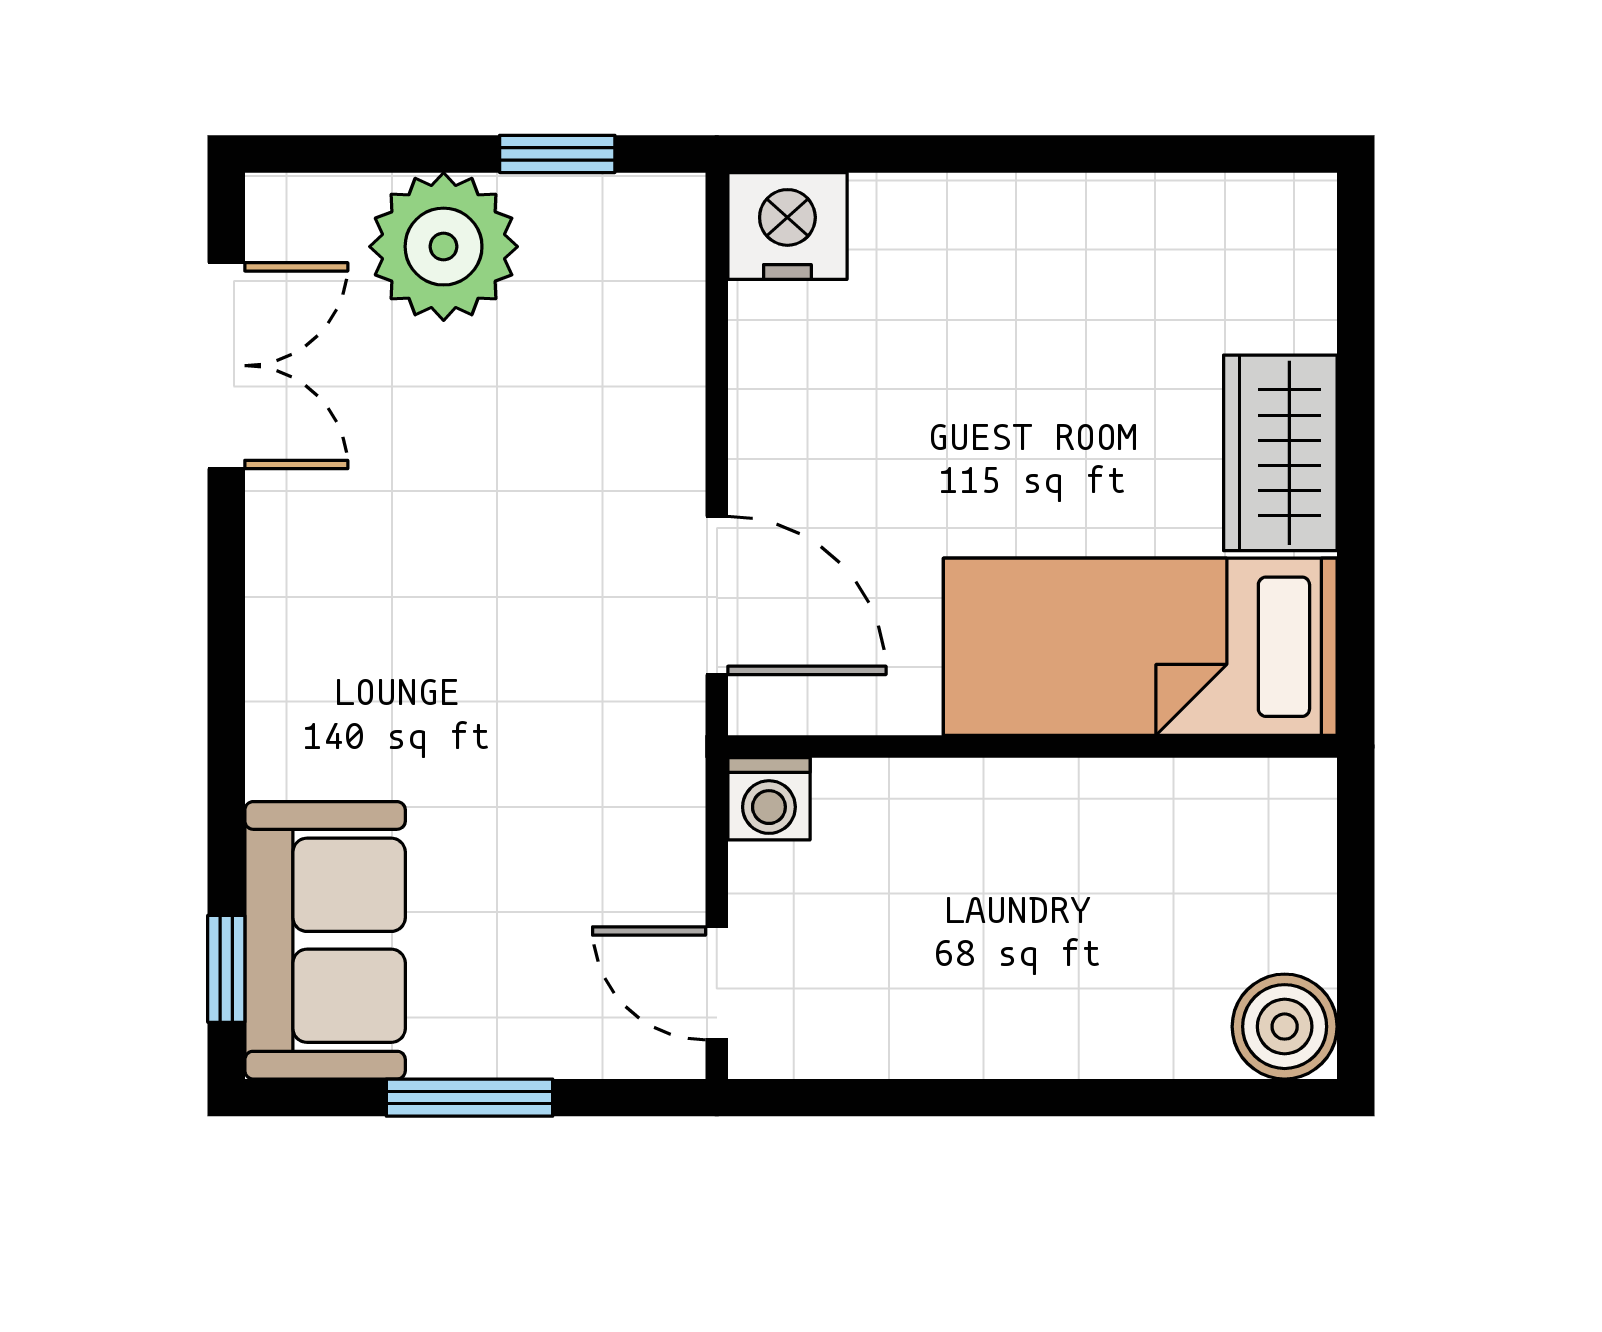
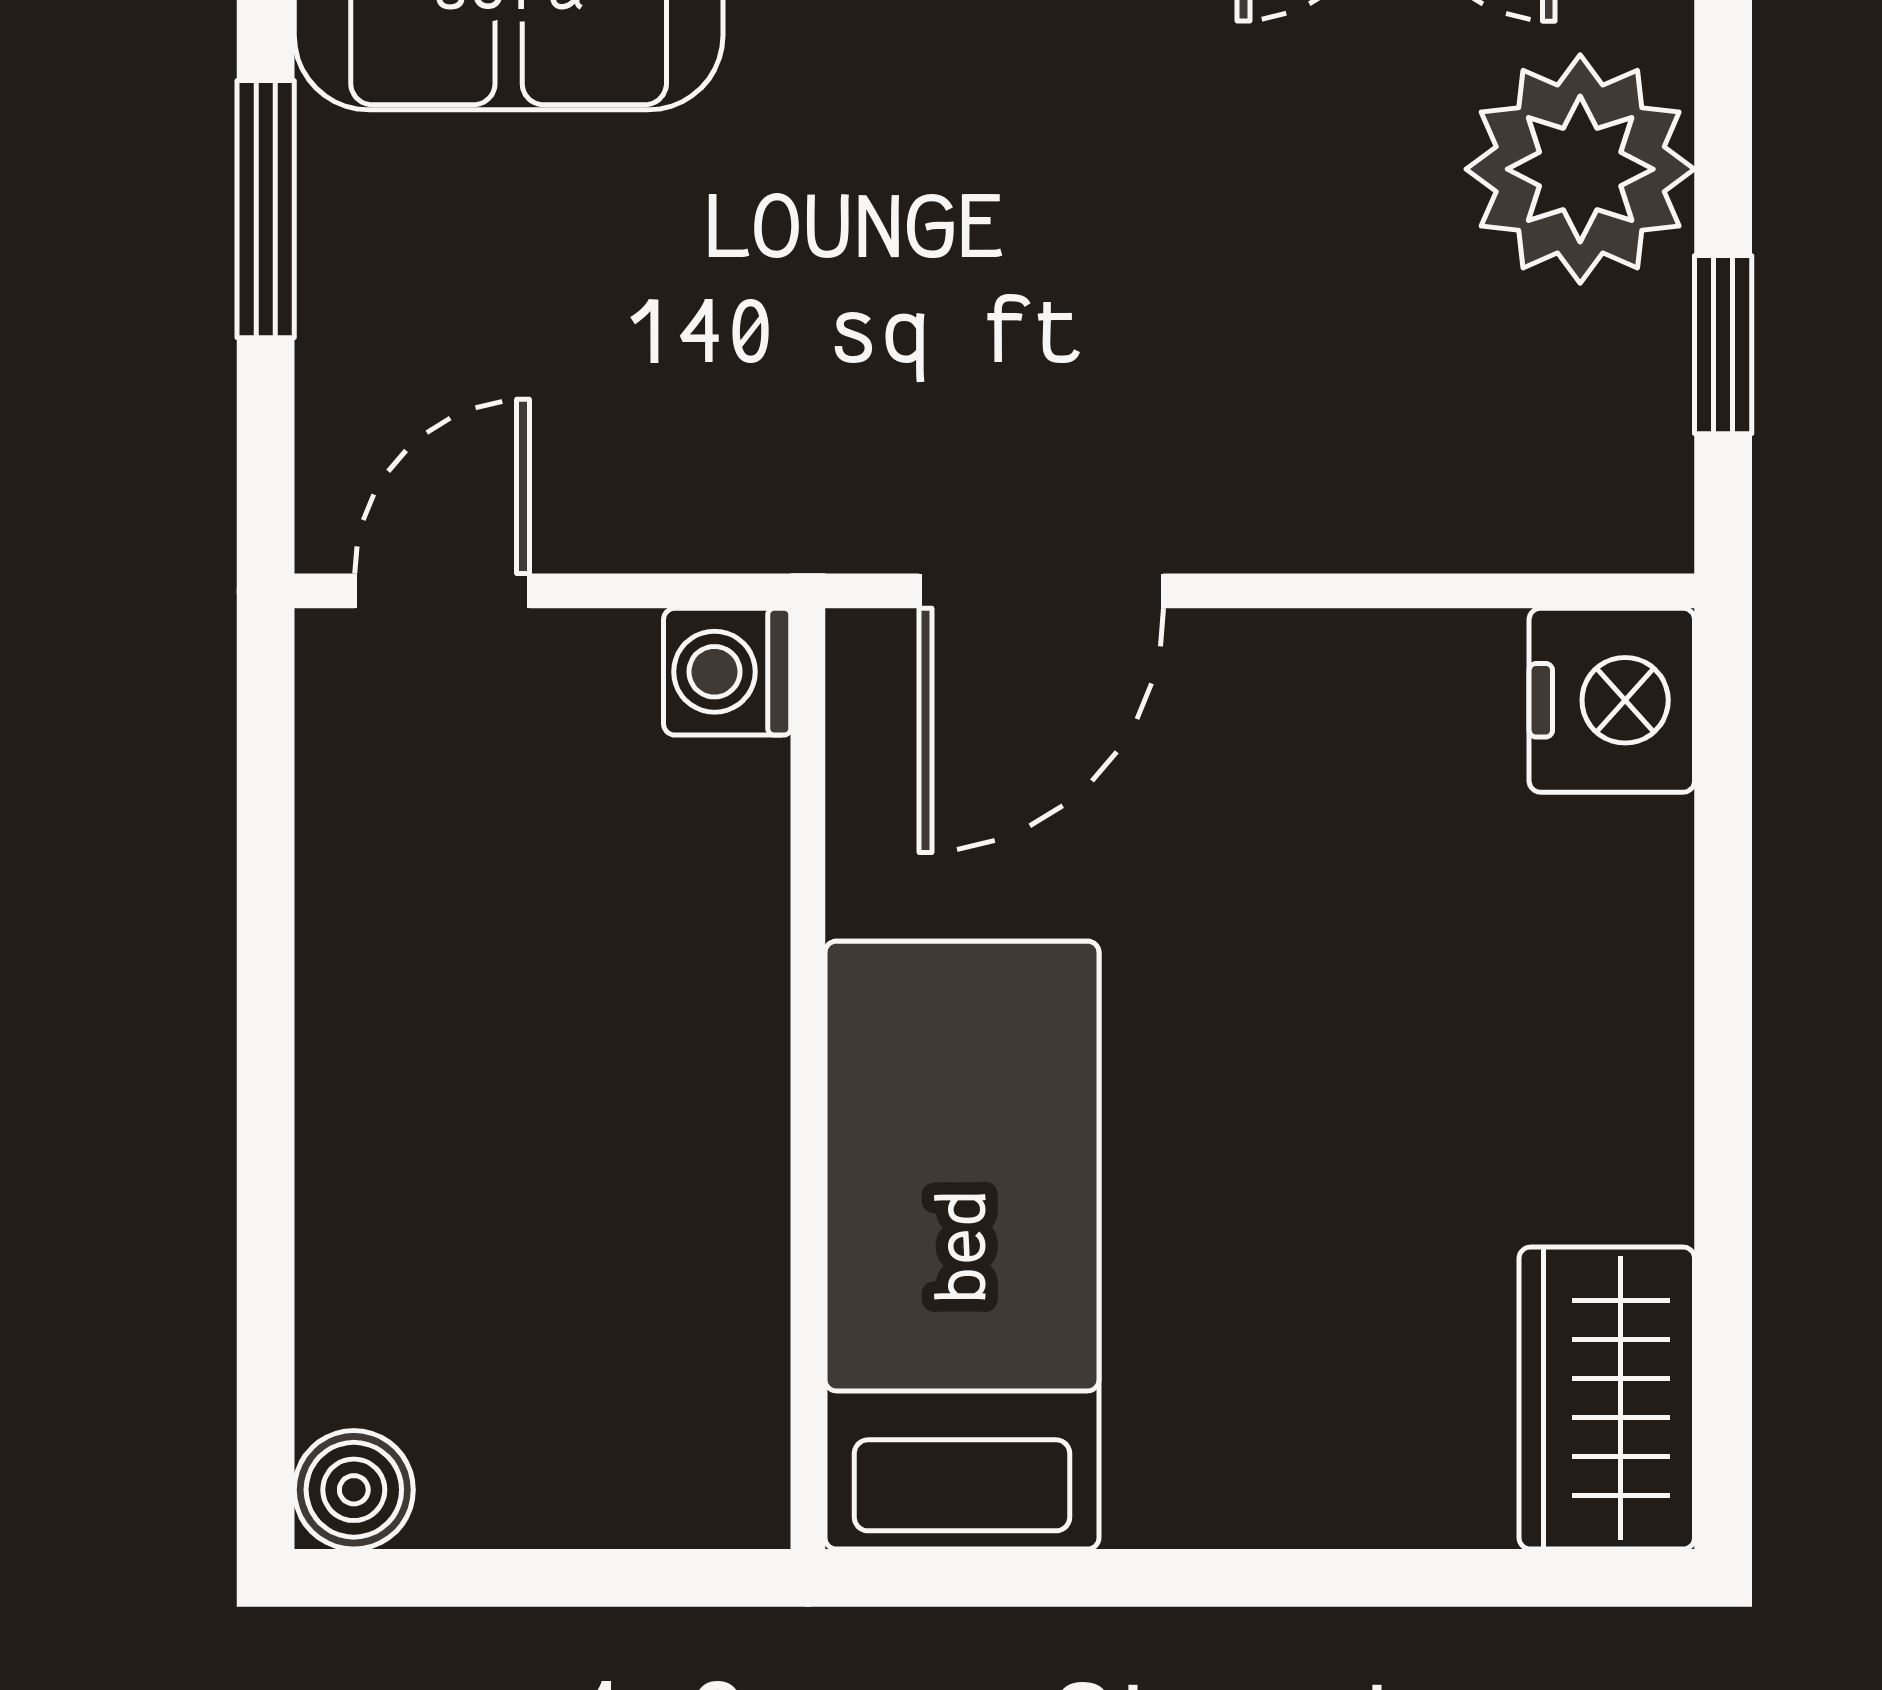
wardrobe: (1280, 453) -> (1607, 1398), moved, turned -90
boiler: (1285, 1027) -> (354, 1490), width x0.73, depth x0.73

